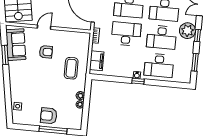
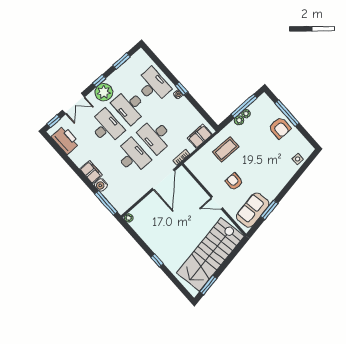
desk: (162, 37) -> (130, 106), turned 180
window: (86, 108) -> (244, 106), added

